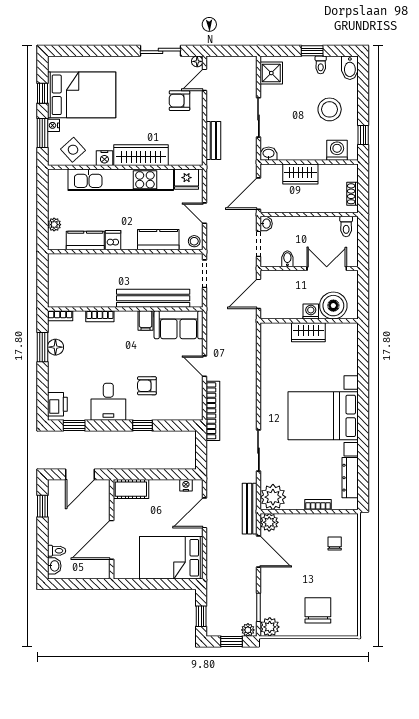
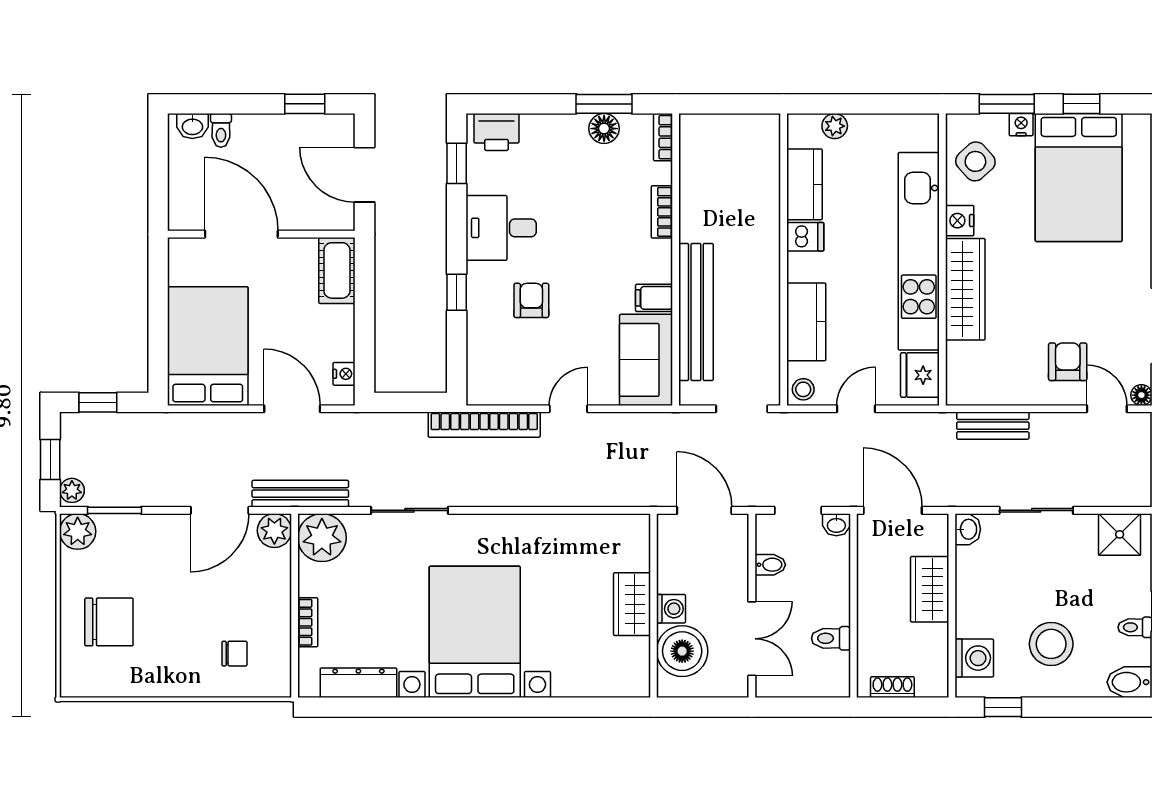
toilet: (346, 226) -> (831, 638), moved

